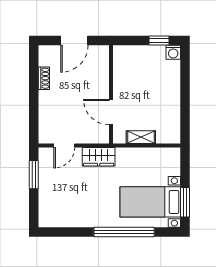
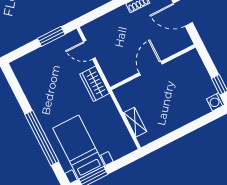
door: (111, 112) -> (151, 68), moved
shelving: (141, 137) -> (135, 122), moved

